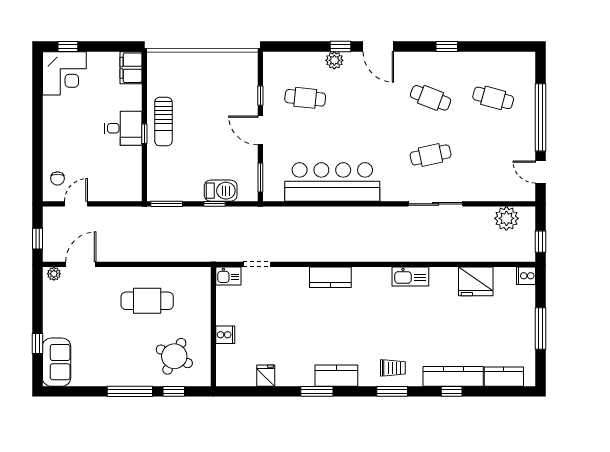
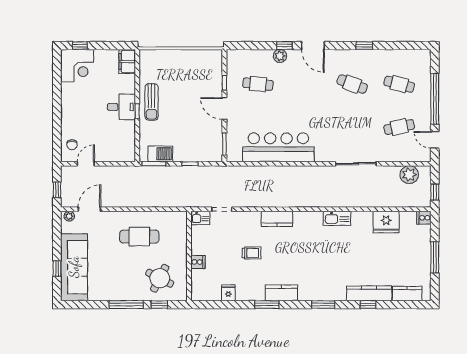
cafe table: (431, 155) -> (399, 127), moved
barbecue: (221, 191) -> (160, 154), moved
sofa: (57, 362) -> (74, 267), width x1.85, depth x1.27
trolley: (393, 368) -> (251, 253), moved

